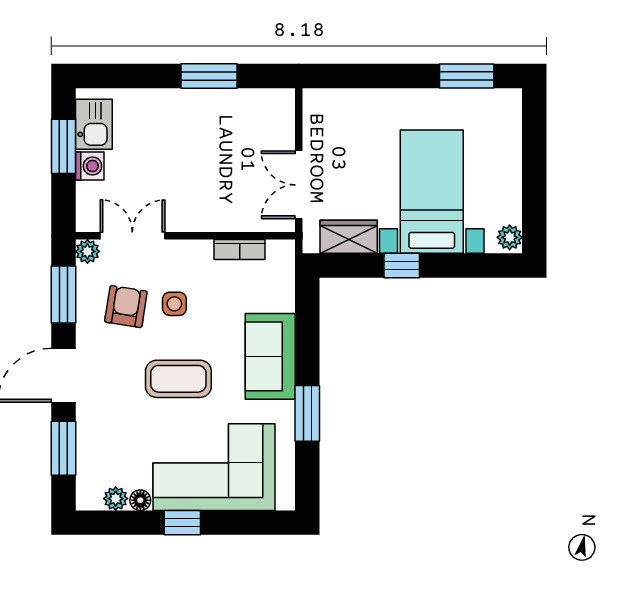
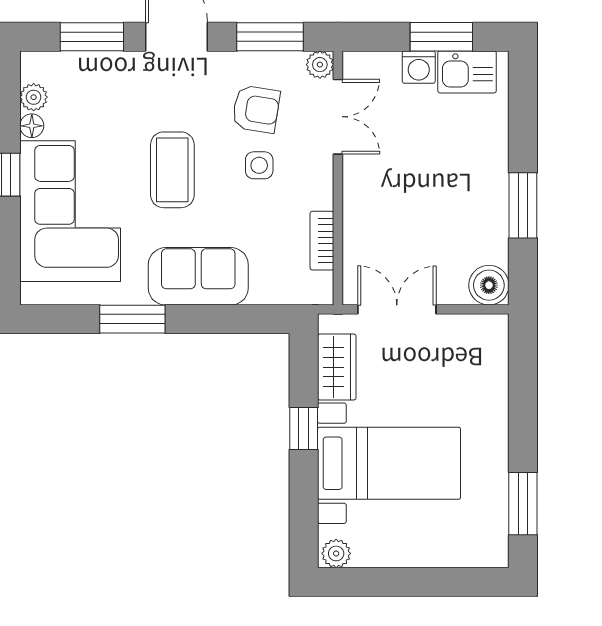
boiler: (278, 105) -> (489, 285), added

